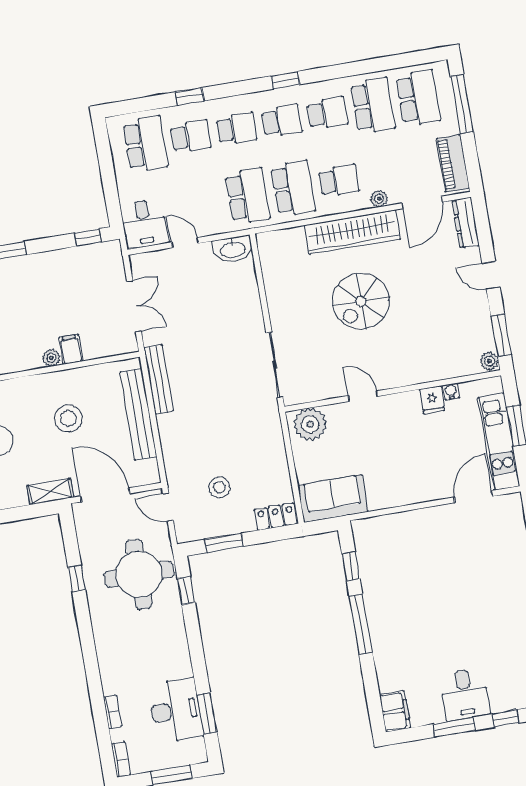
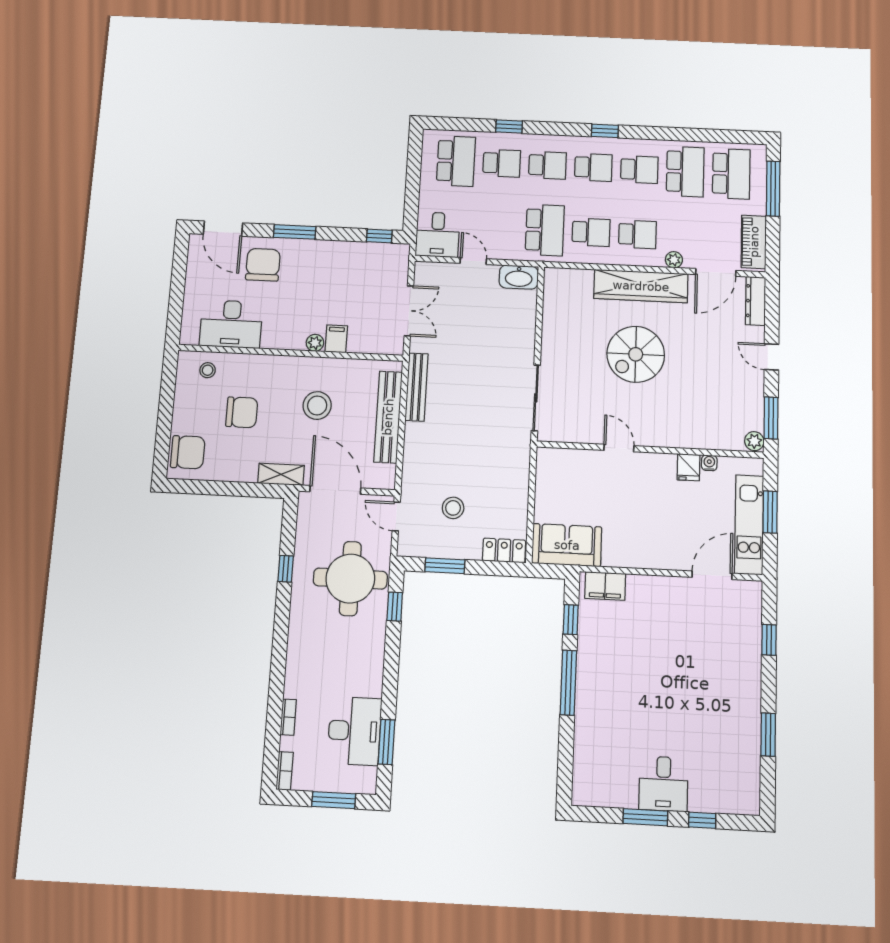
school desk: (293, 188) -> (591, 232), width x0.54
plant: (310, 424) -> (559, 465), removed
filing cabinet: (395, 711) -> (605, 586), moved, turned 90

